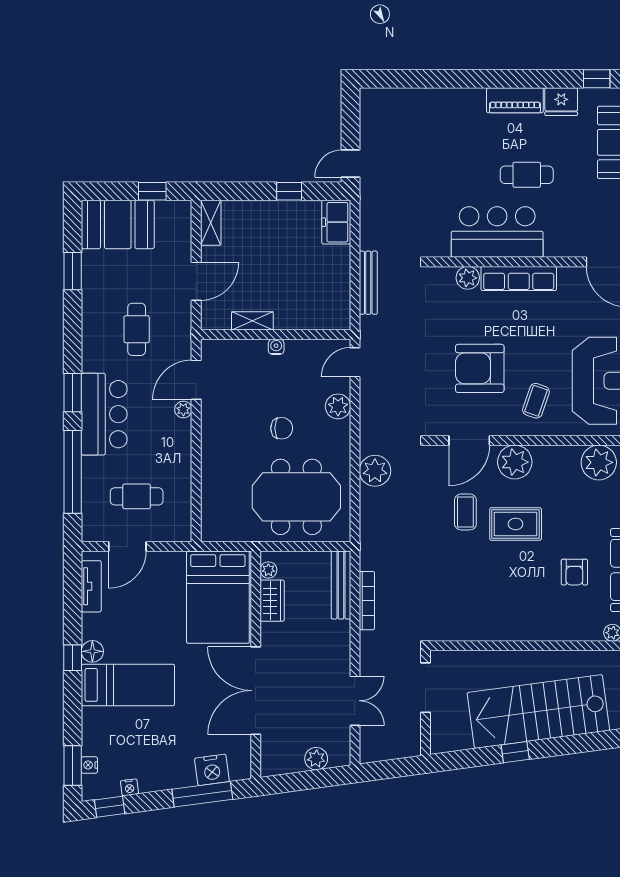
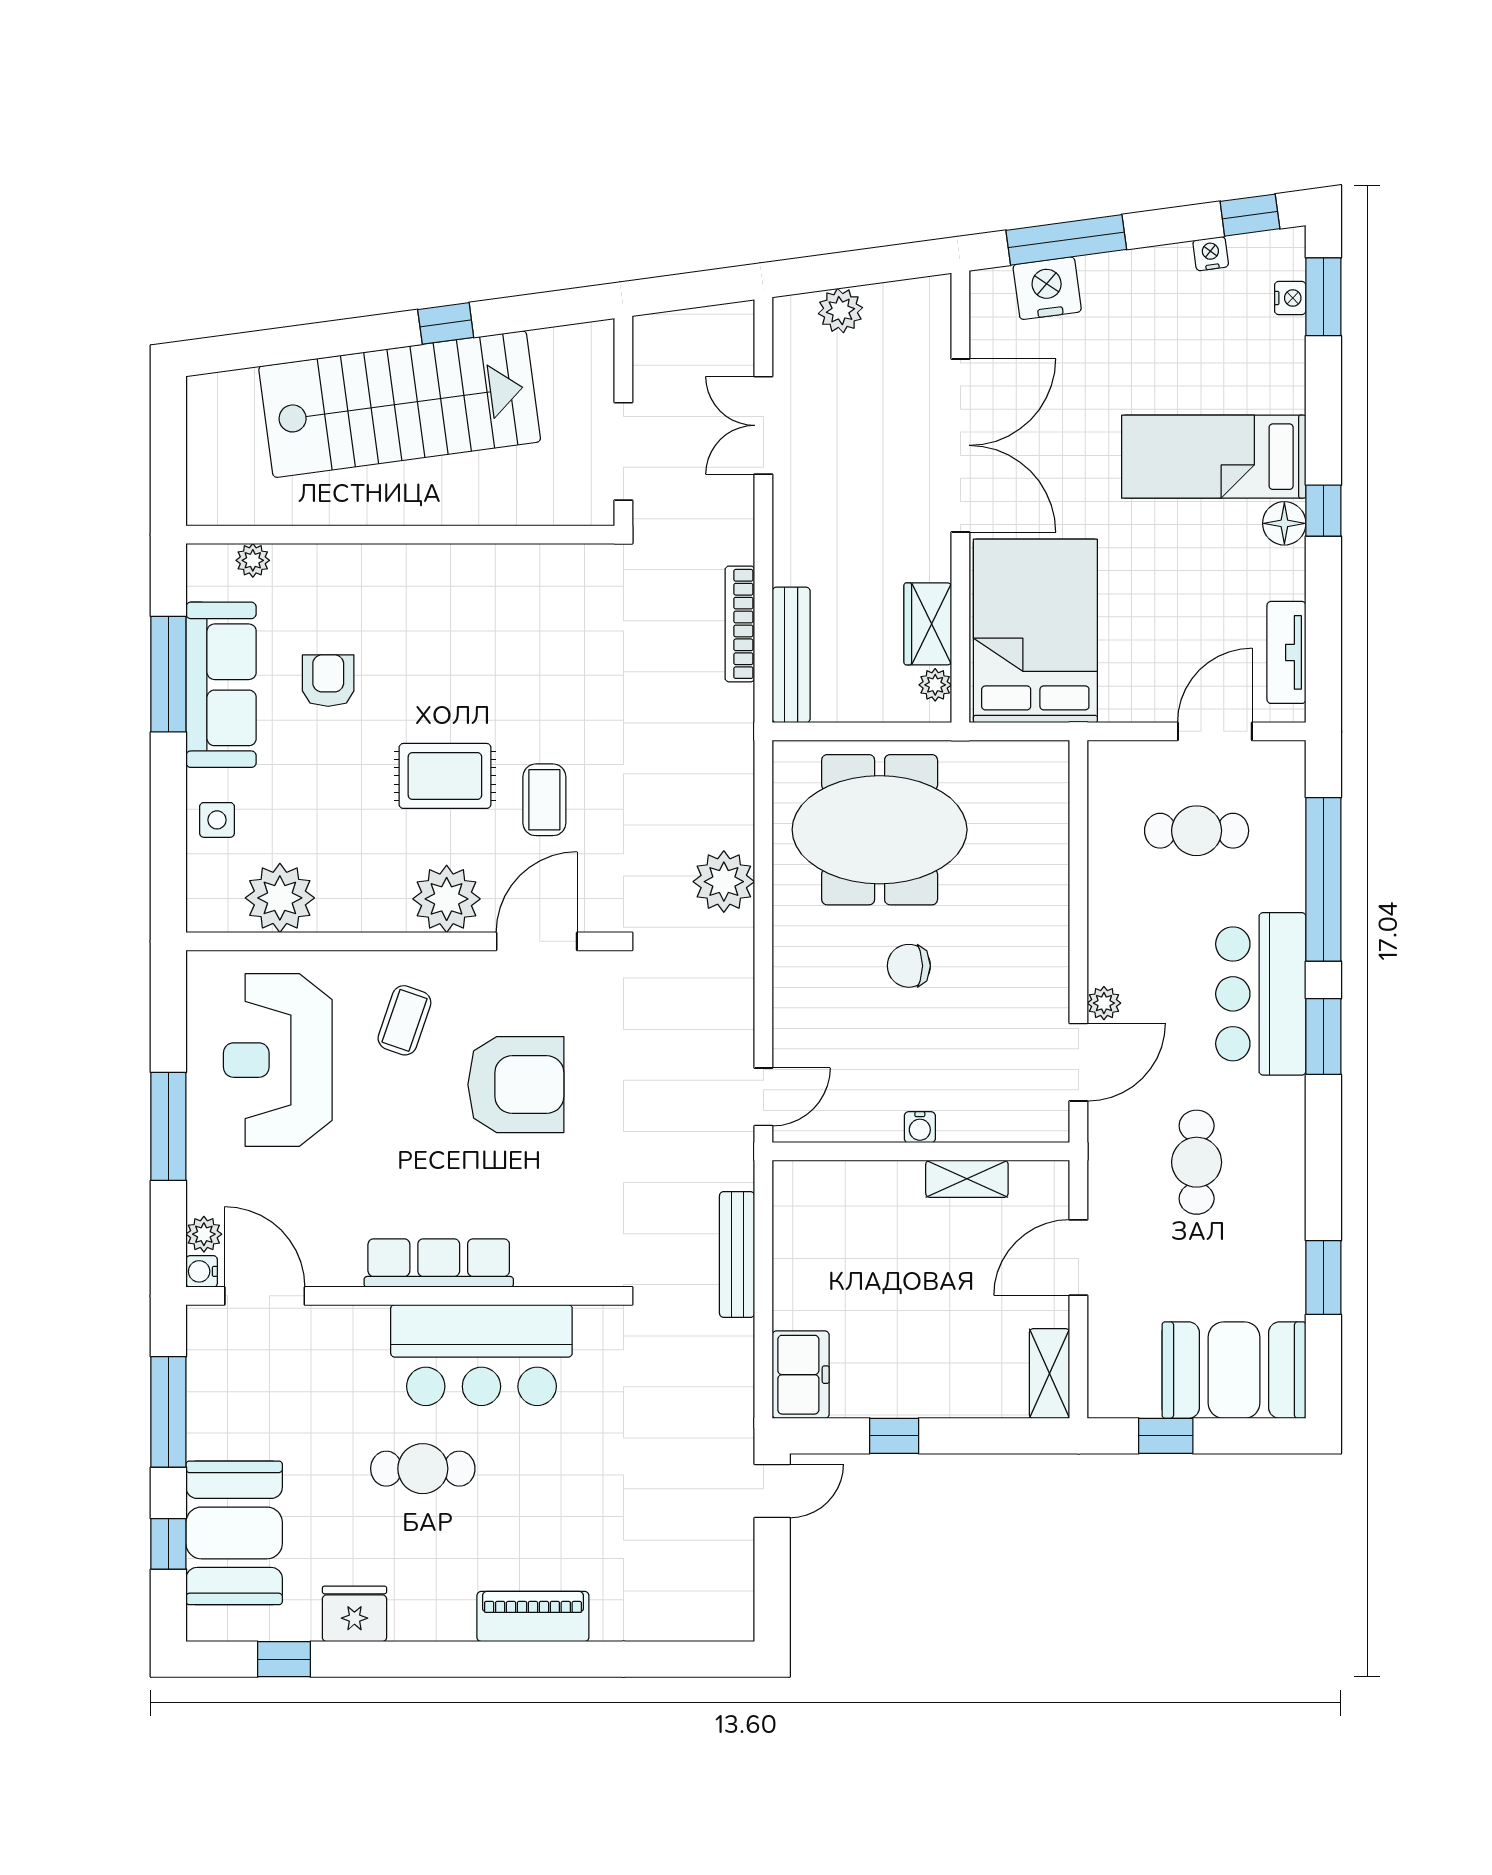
piano: (515, 100) -> (533, 1616), moved
plant: (468, 278) -> (540, 1264), removed
plant: (338, 406) -> (797, 1009), removed

